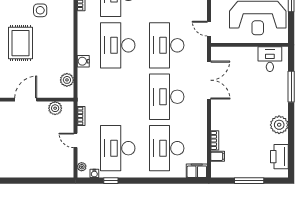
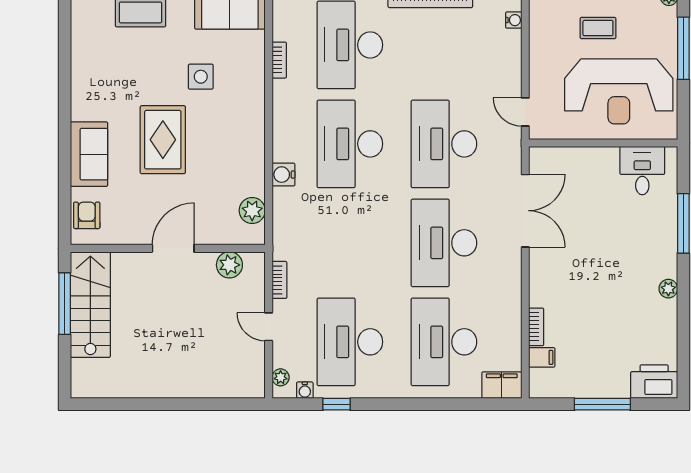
plant: (279, 125) -> (668, 289), width x0.53, depth x0.53
printer: (279, 157) -> (654, 382), moved, turned 90

